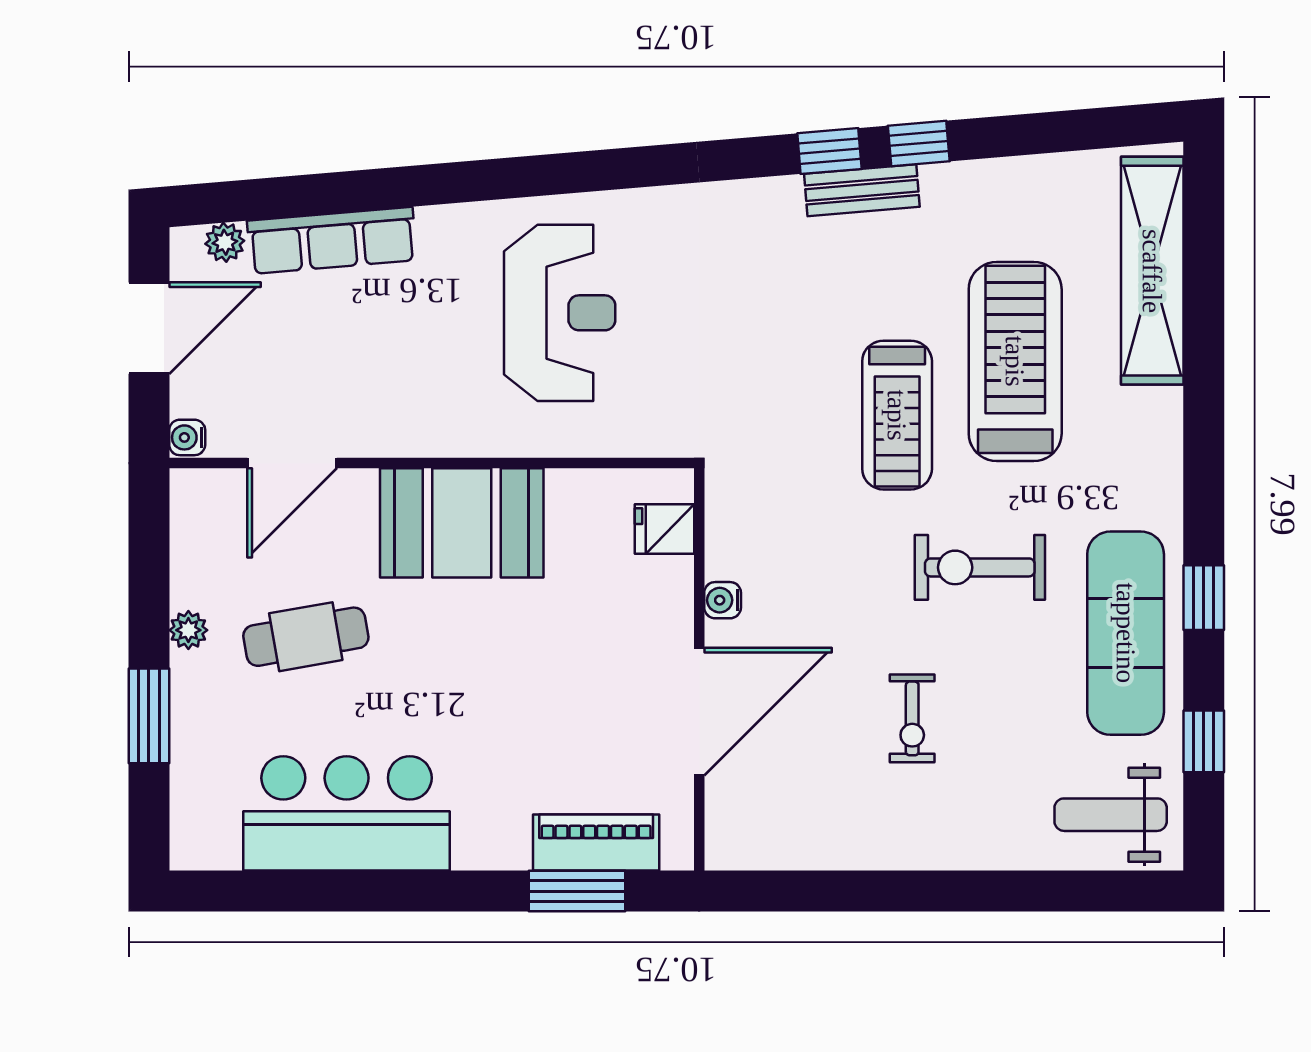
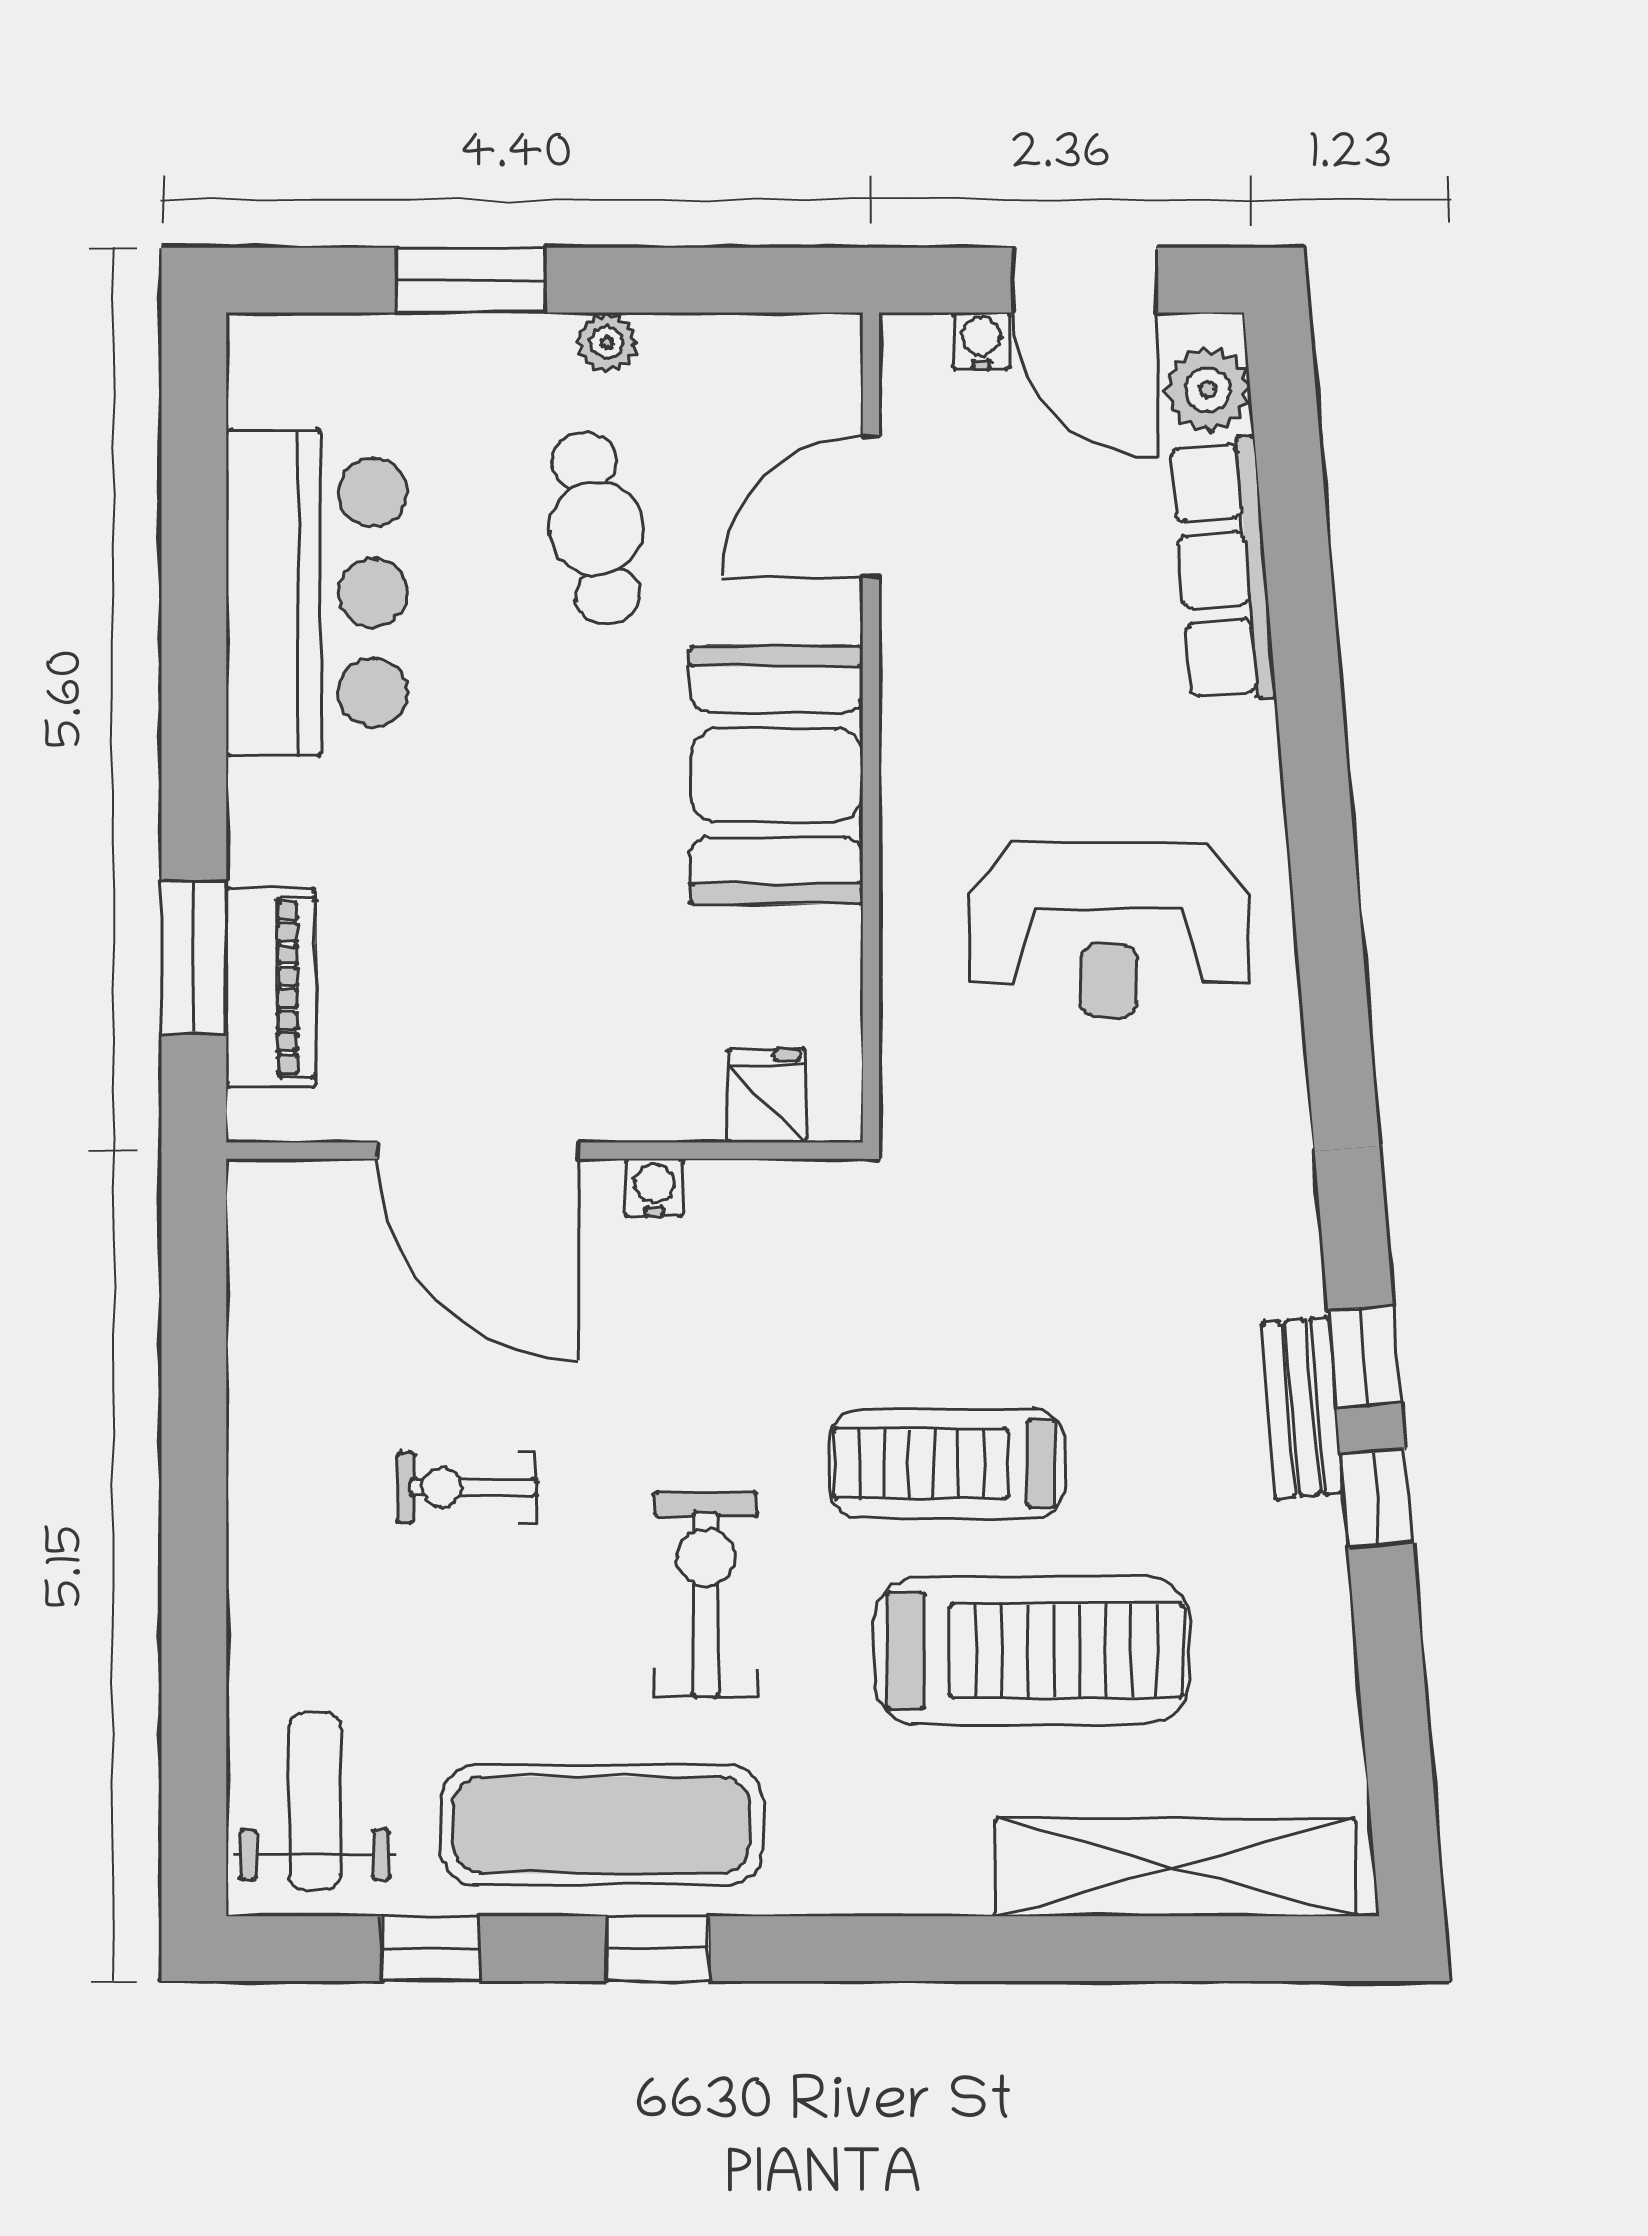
plant: (225, 242) -> (1208, 389), width x1.38, depth x1.38
water cooler: (187, 437) -> (981, 341), moved
door: (292, 463) -> (871, 506), hinge flipped

